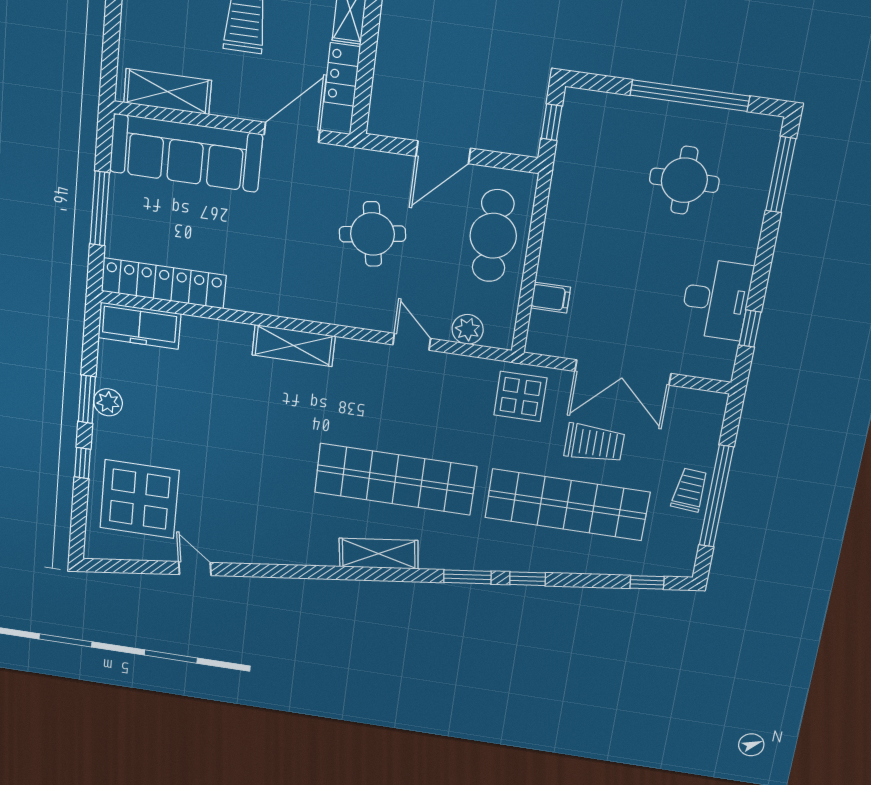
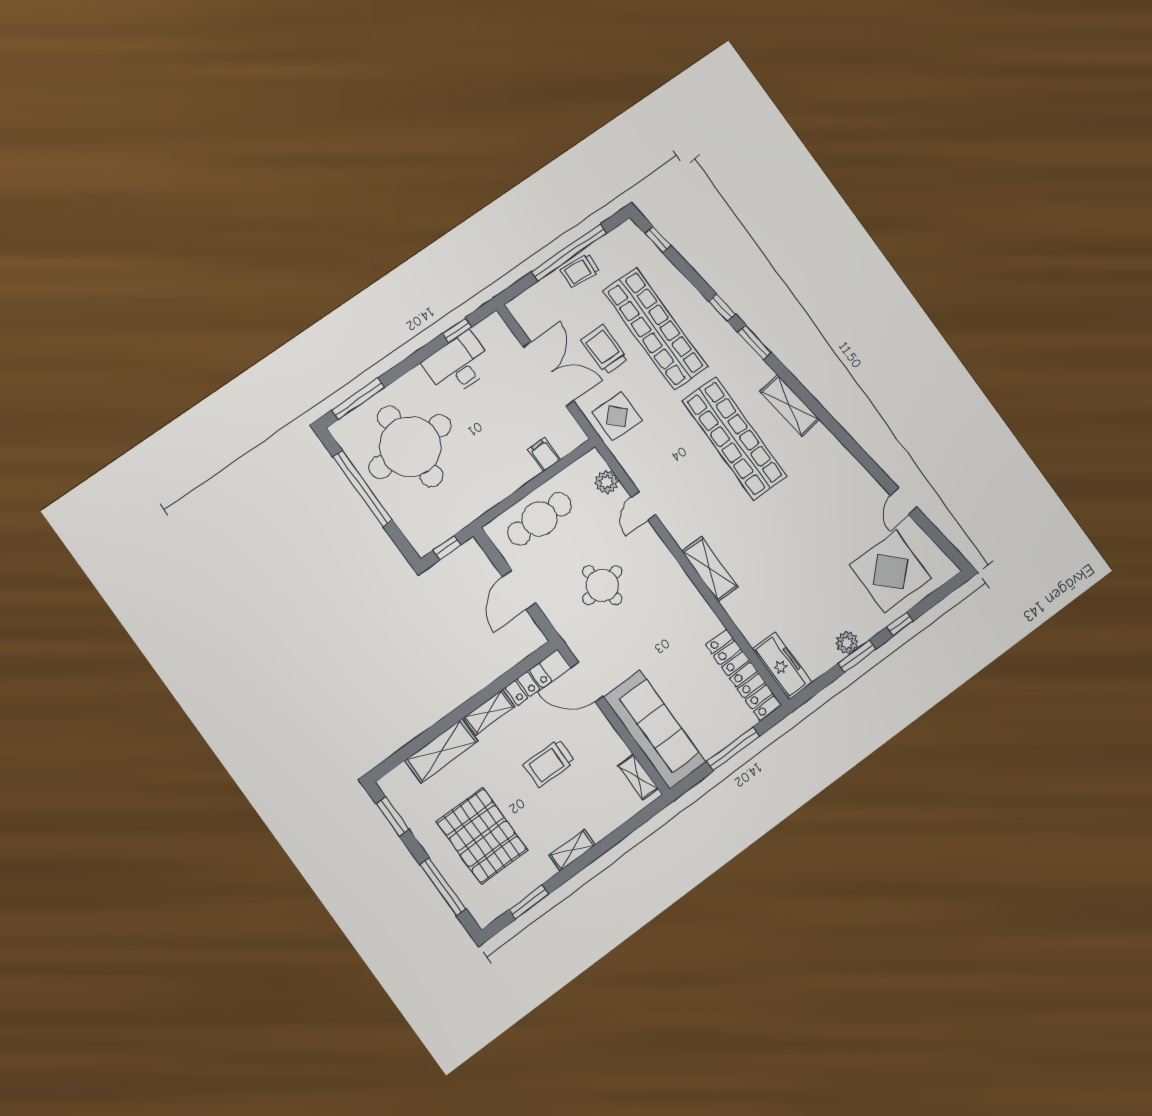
shelving: (167, 92) -> (638, 777), width x0.67, depth x0.75
door: (443, 152) -> (519, 590), swing flipped
round table: (684, 180) -> (410, 446), width x1.86, depth x1.86

